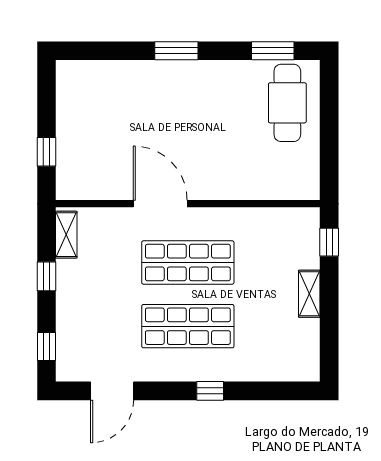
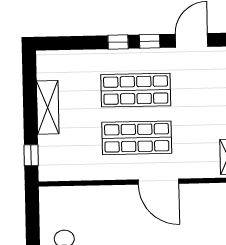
shelving: (309, 294) -> (48, 107), width x1.50, depth x1.33
window: (168, 391) -> (150, 41), added

